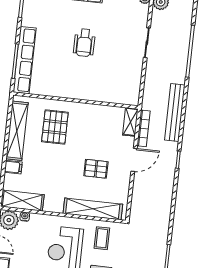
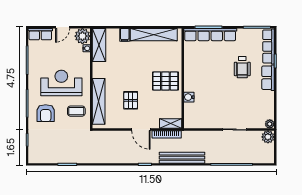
wheelchair: (84, 43) -> (242, 67), moved, turned -90
water cooler: (100, 95) -> (189, 97), added
pallet: (55, 127) -> (165, 81), moved

